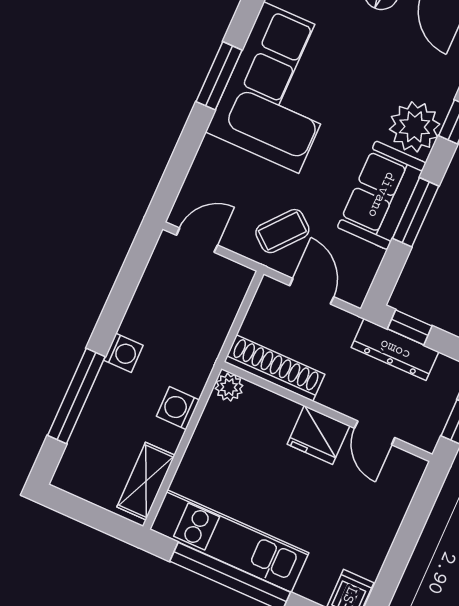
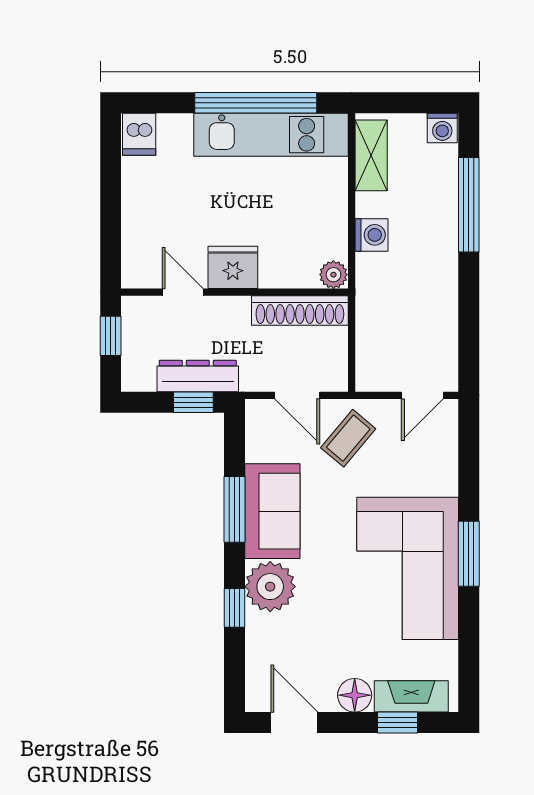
washing machine: (123, 353) -> (442, 128), moved, turned -90

